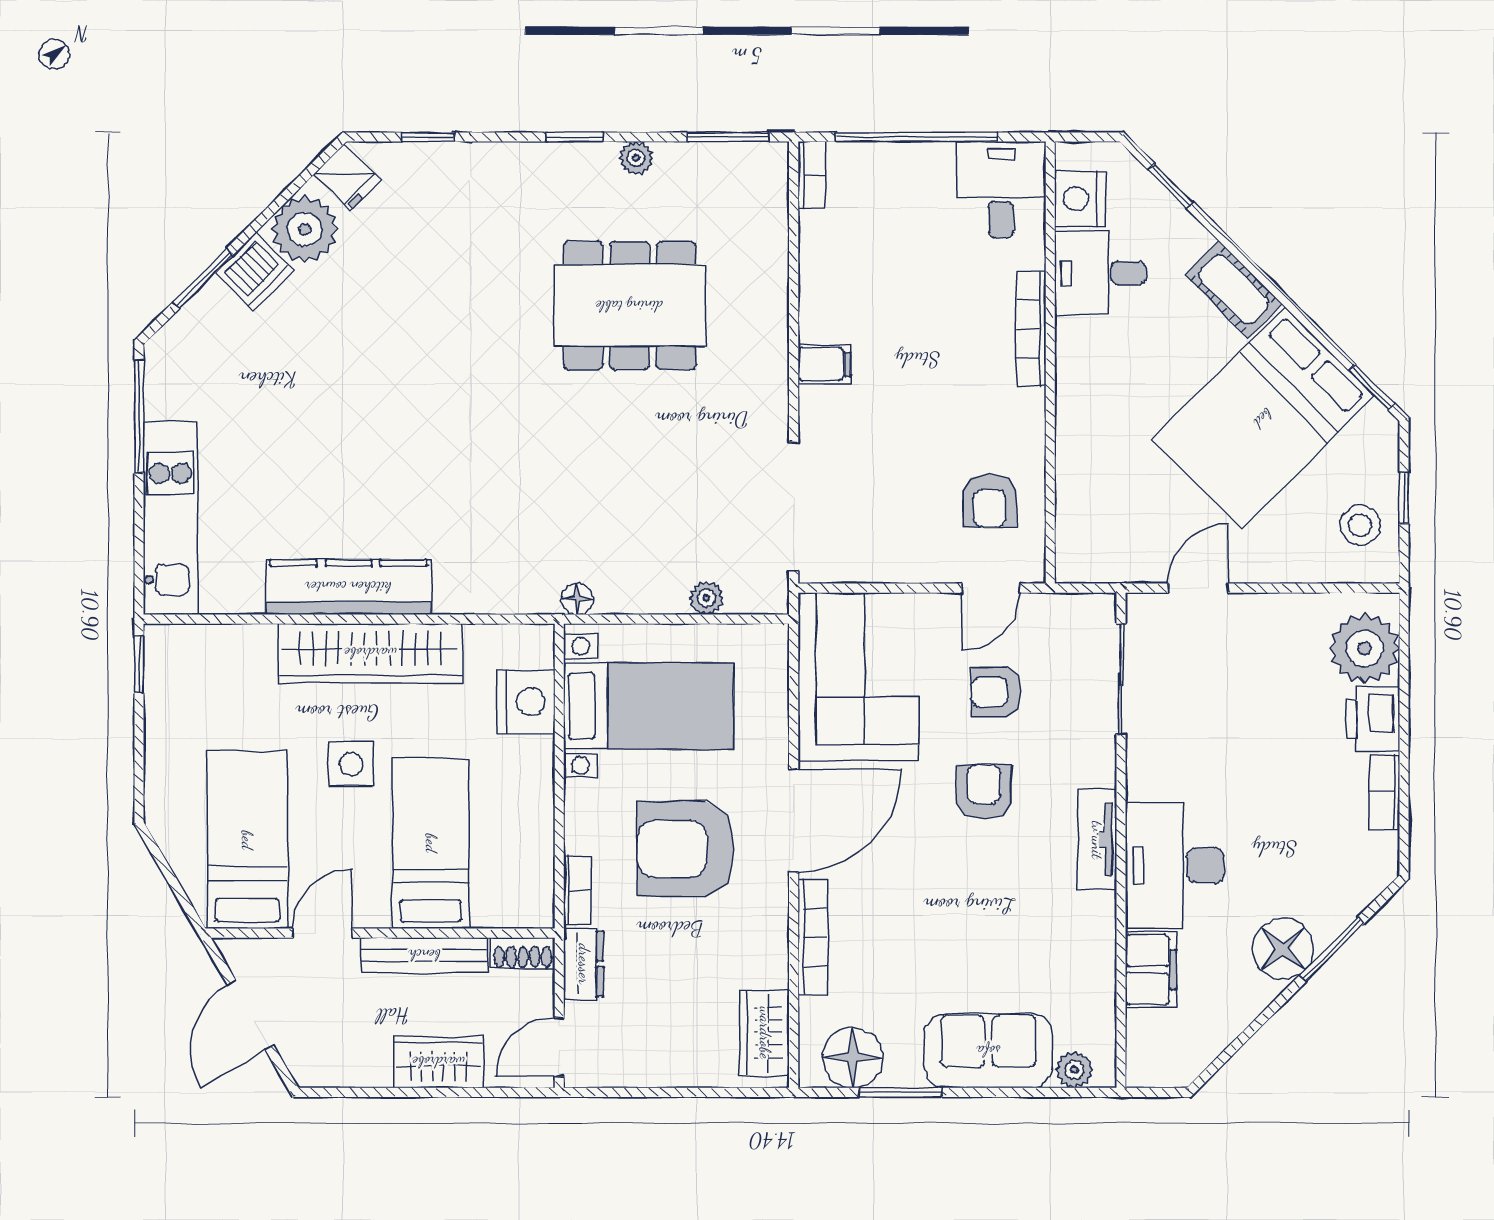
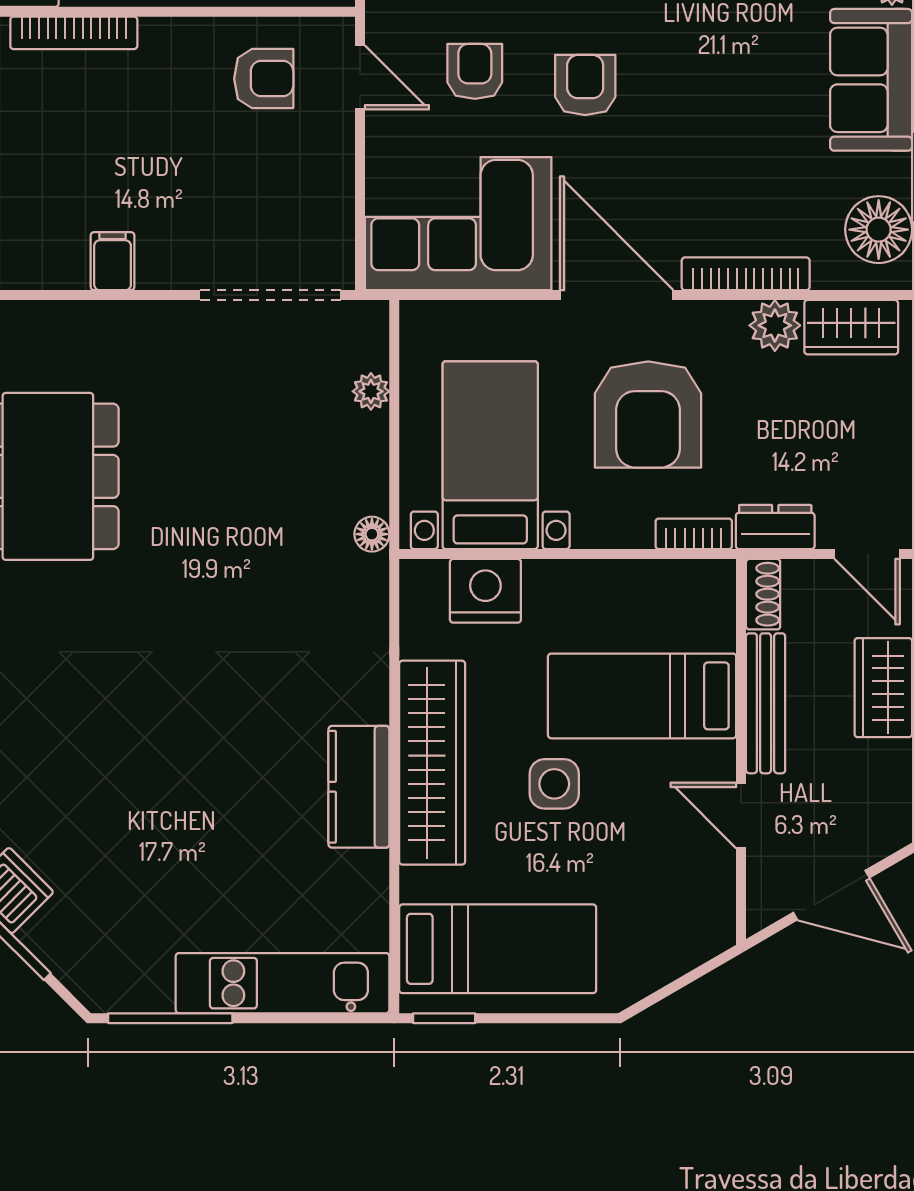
kitchen counter: (348, 587) -> (359, 787), width x0.67
armchair: (996, 692) -> (475, 71), turned 180
armchair: (984, 792) -> (585, 85), turned 90
bed: (247, 840) -> (498, 949), moved, turned 180
plant: (766, 964) -> (775, 325), added

